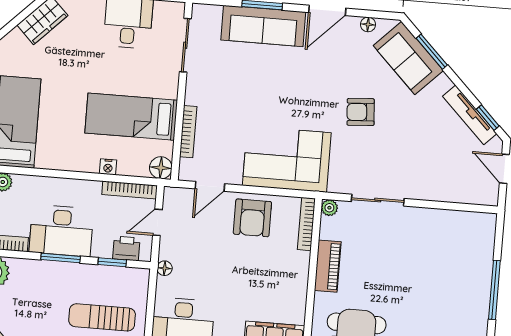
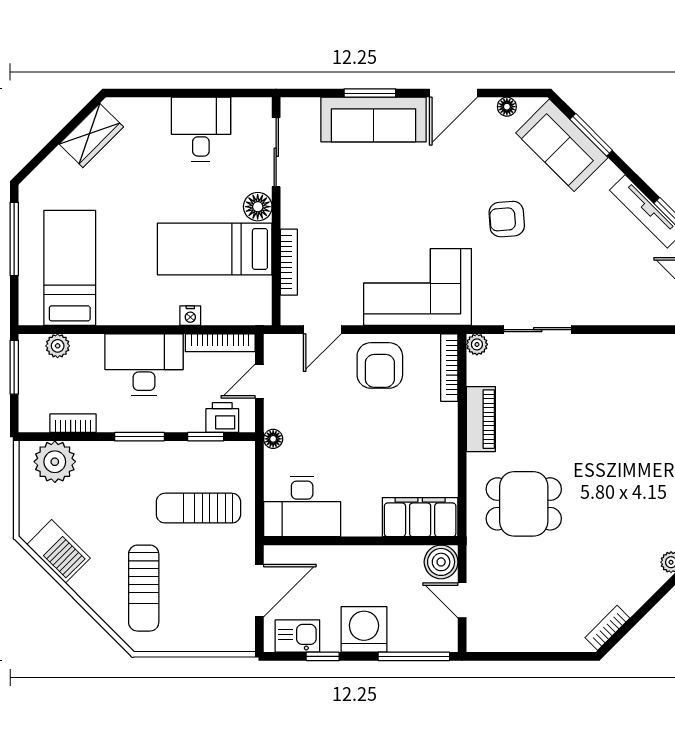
floor lamp: (161, 168) -> (258, 207), moved
desk: (61, 231) -> (144, 365), moved, turned 180

